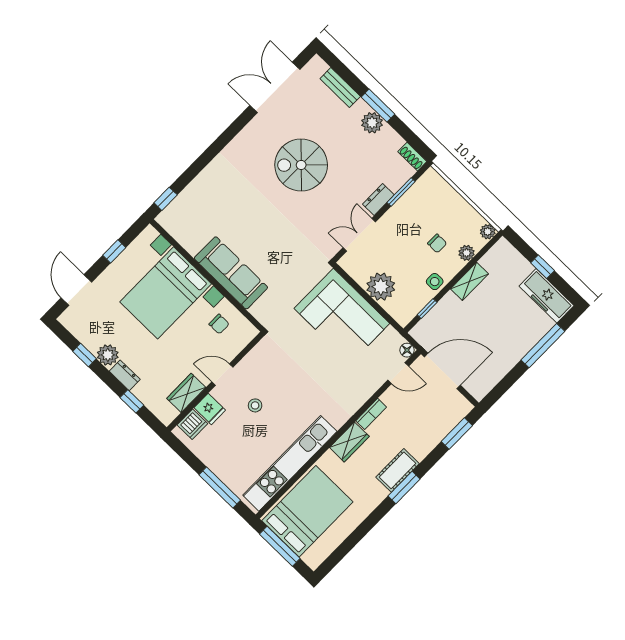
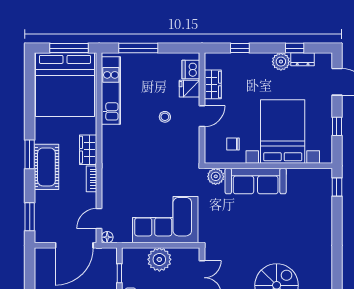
plant: (262, 311) -> (216, 176), added
dresser: (125, 375) -> (303, 59), moved
kitchen unit: (290, 463) -> (111, 90), width x0.73
cot: (398, 470) -> (46, 167), width x1.37, depth x1.34
bed: (307, 511) -> (65, 85), width x1.36

